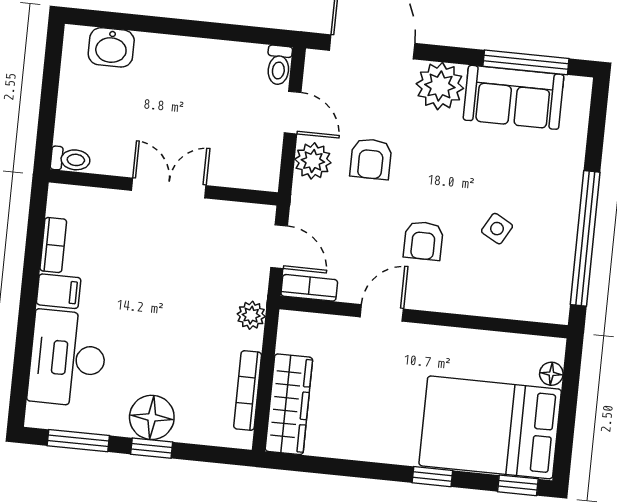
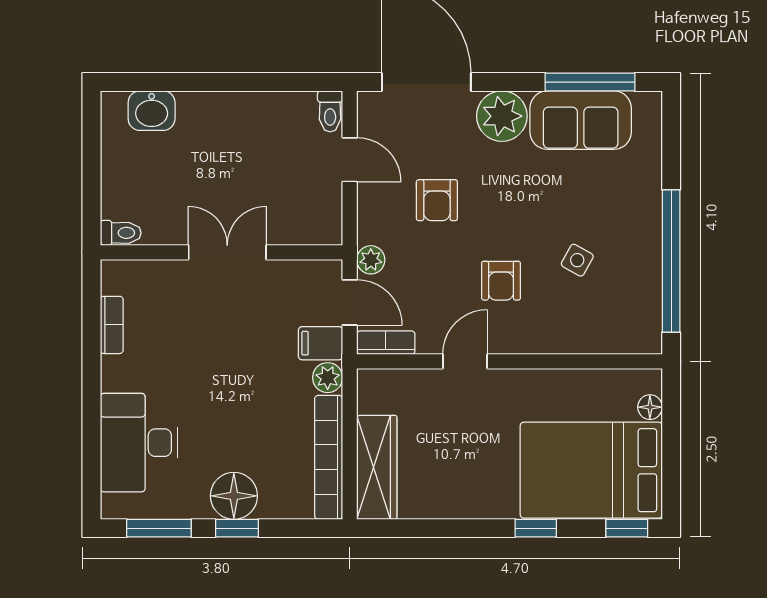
plant: (313, 161) -> (371, 260), moved, width x0.73, depth x0.73
filing cabinet: (59, 291) -> (321, 343), moved, turned 180
bookcase: (248, 391) -> (329, 457), width x1.48, depth x1.31

